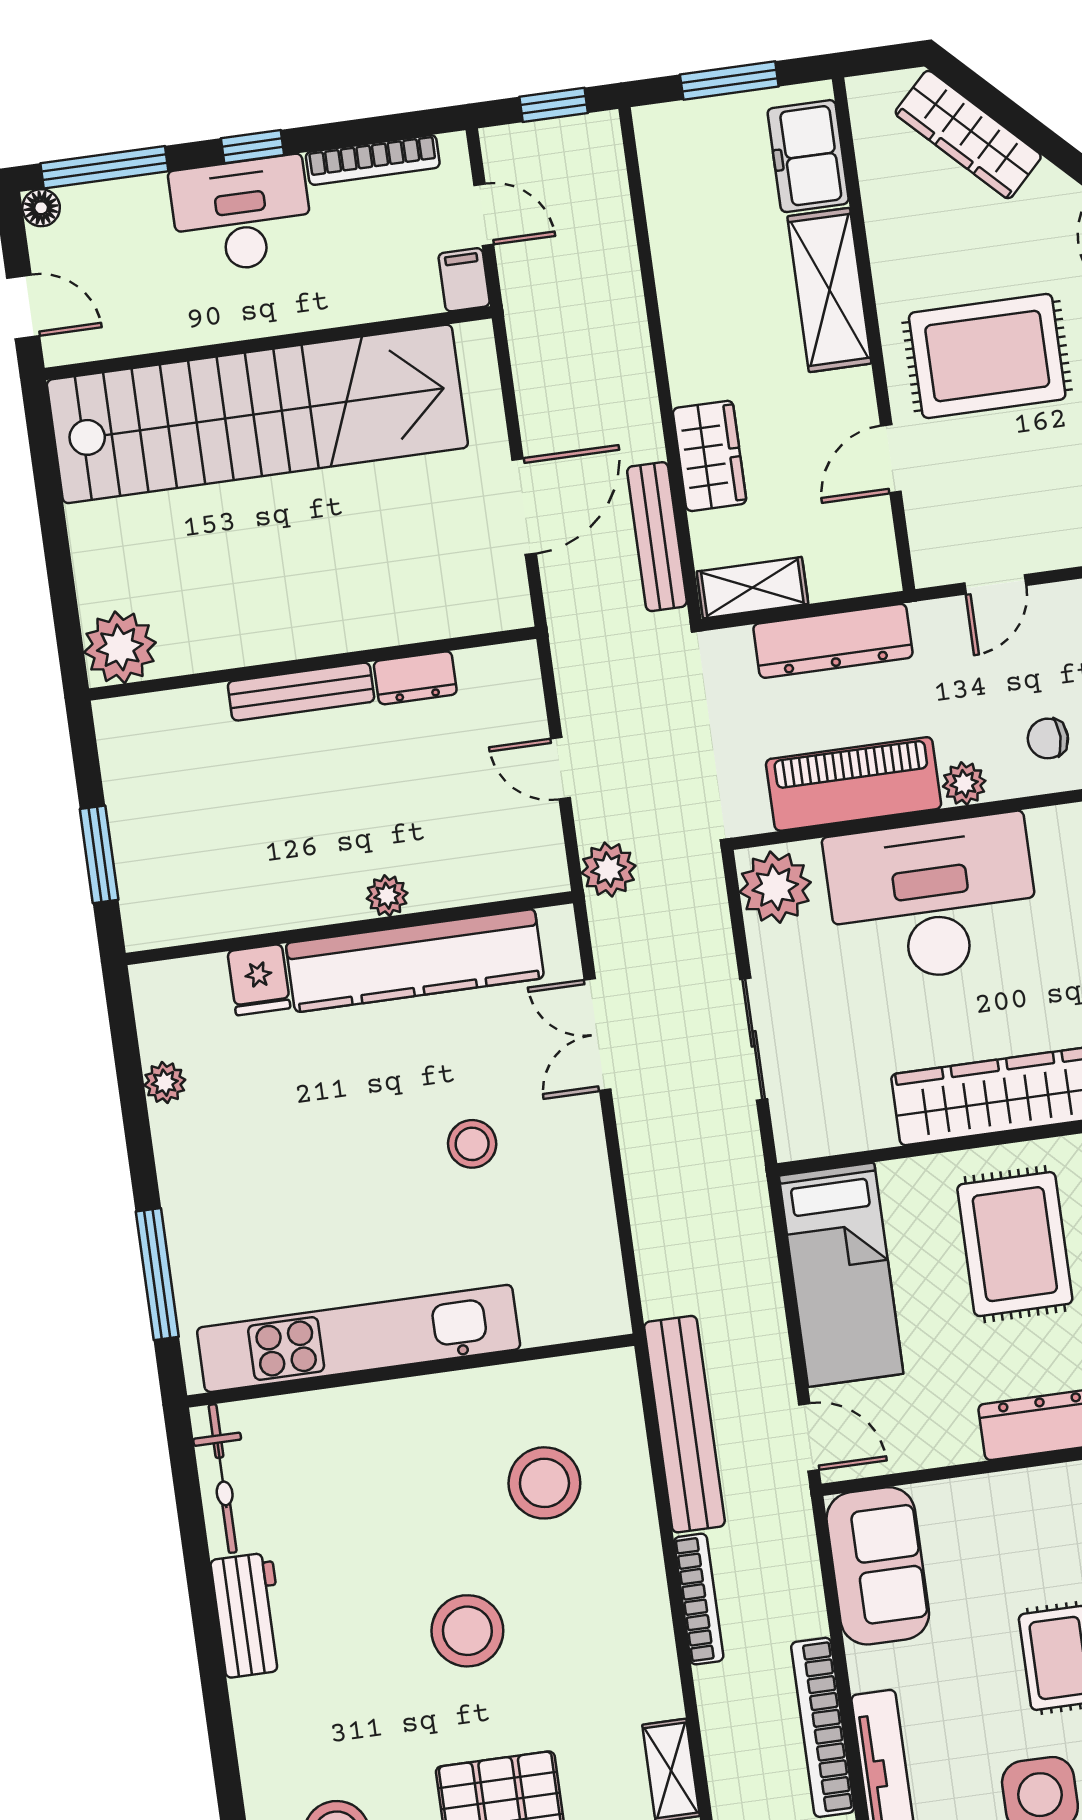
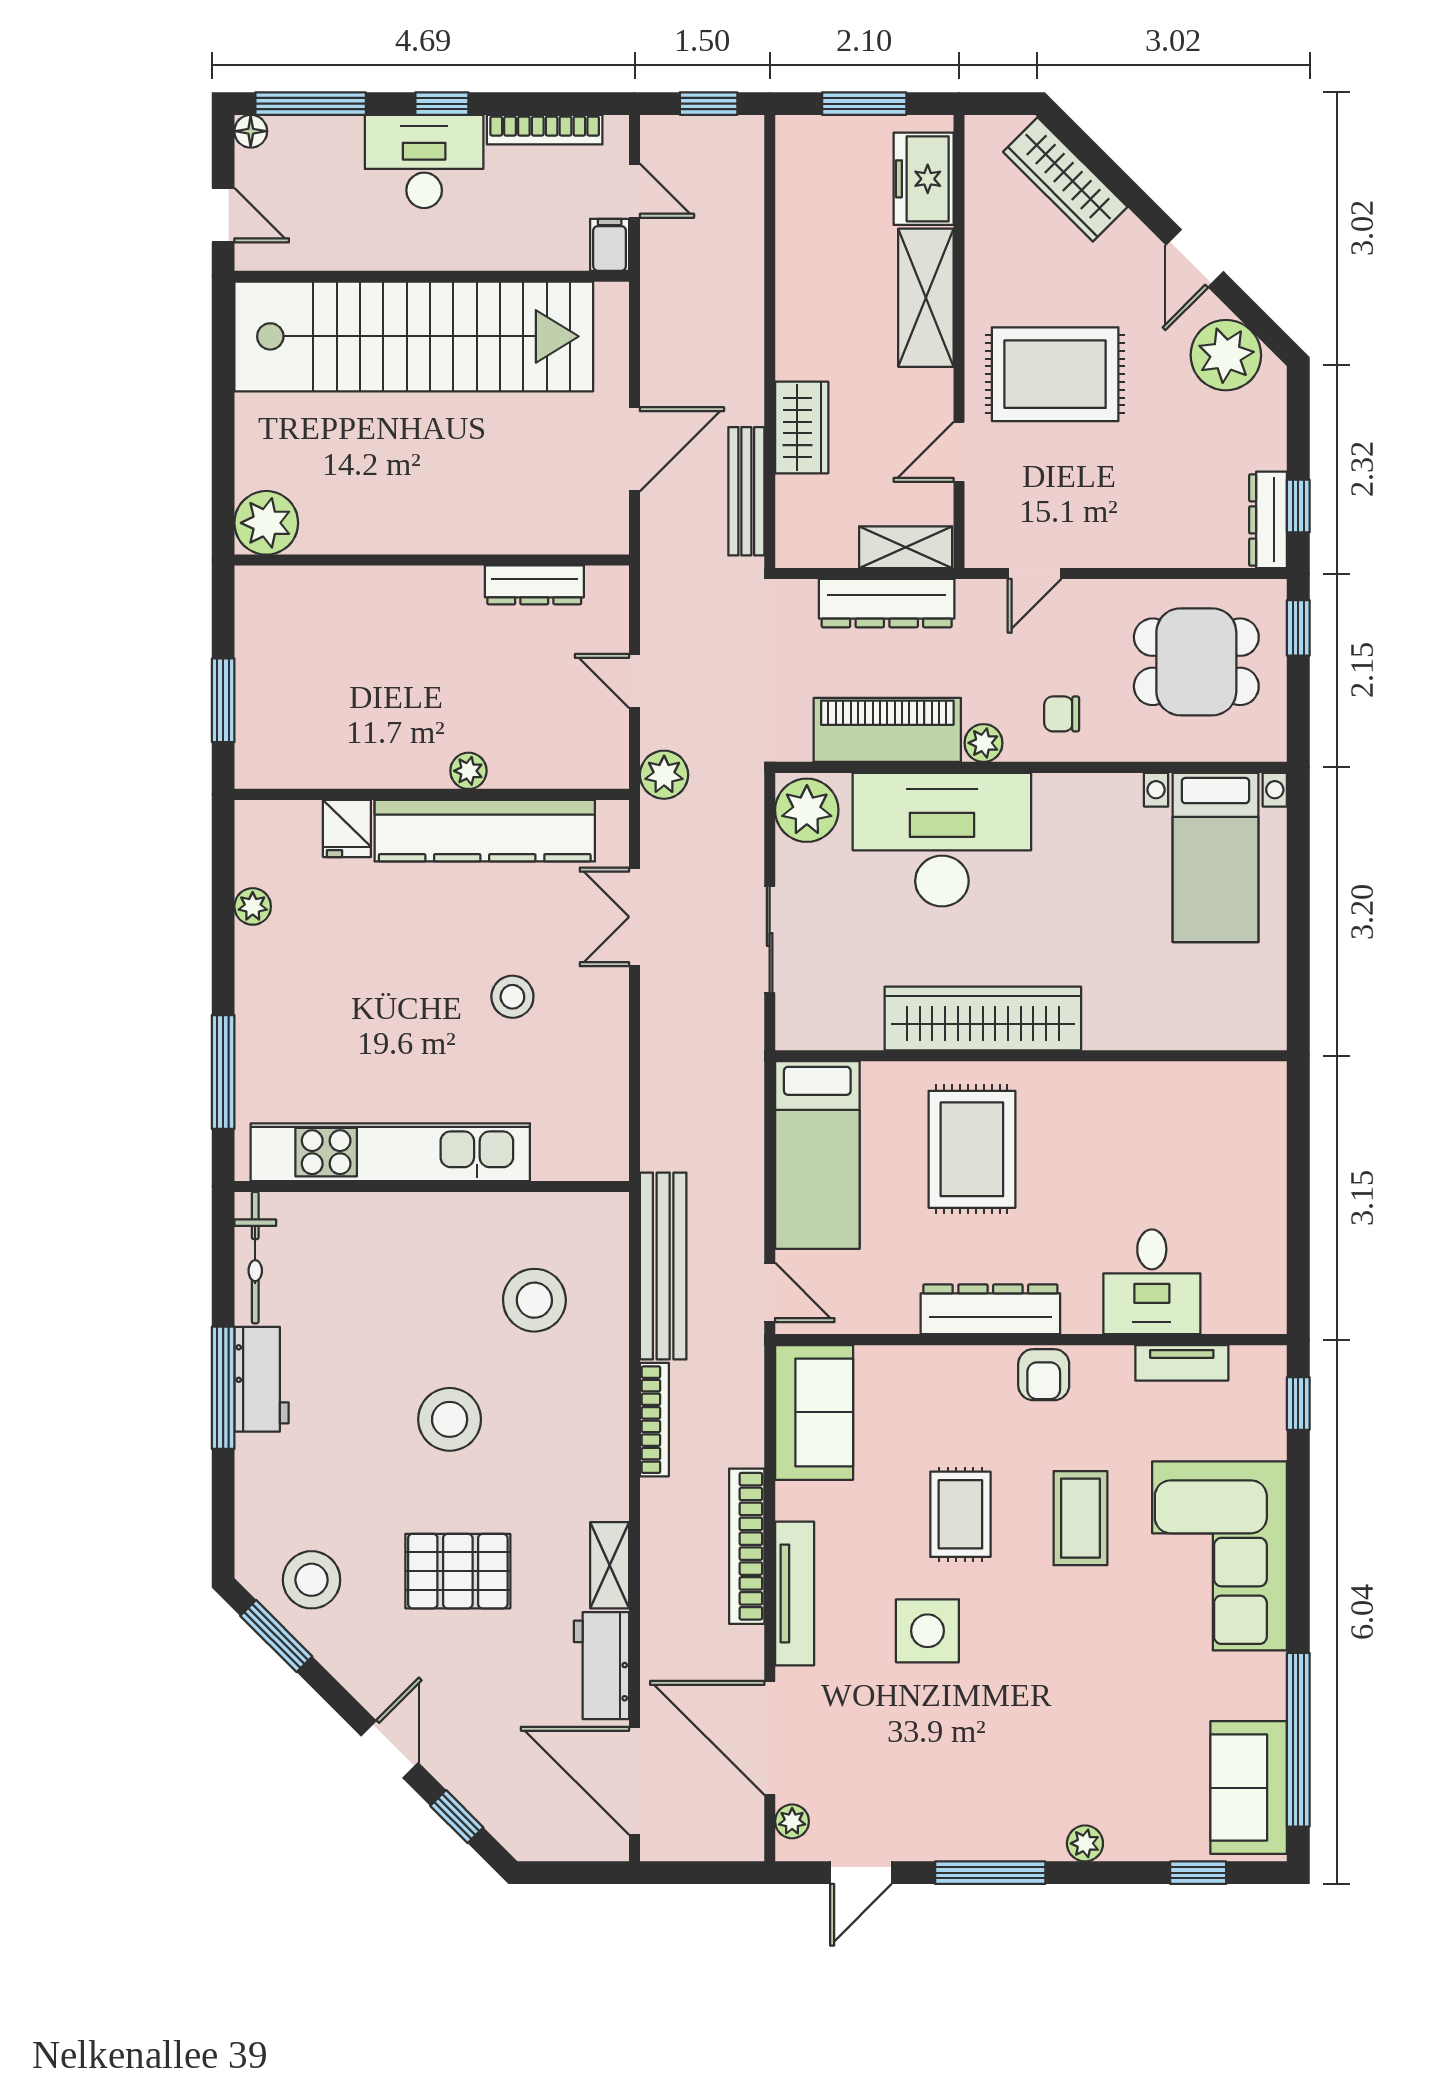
shelving: (752, 588) -> (906, 547), moved
dresser: (415, 678) -> (534, 585), width x1.44
bench: (301, 692) -> (418, 583), removed
window: (207, 1631) -> (223, 1388), added

